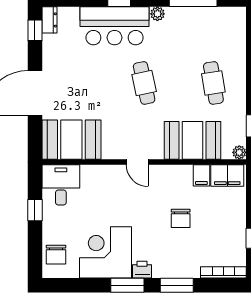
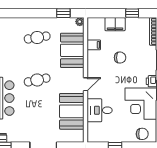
booth: (71, 140) -> (72, 111), moved
filing cabinet: (227, 175) -> (115, 24), moved, turned 90
desk: (61, 185) -> (100, 110), moved

